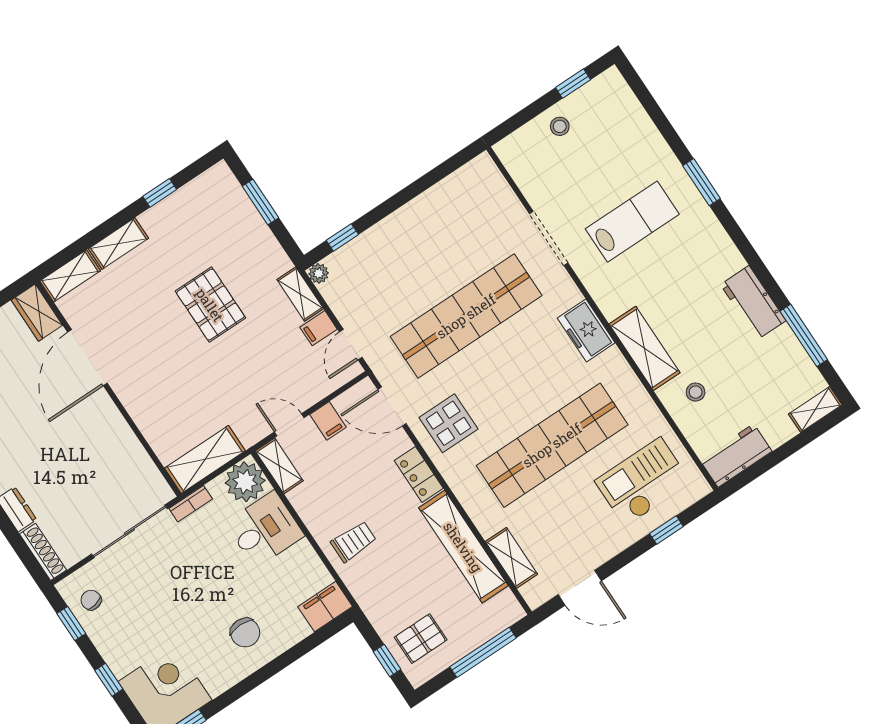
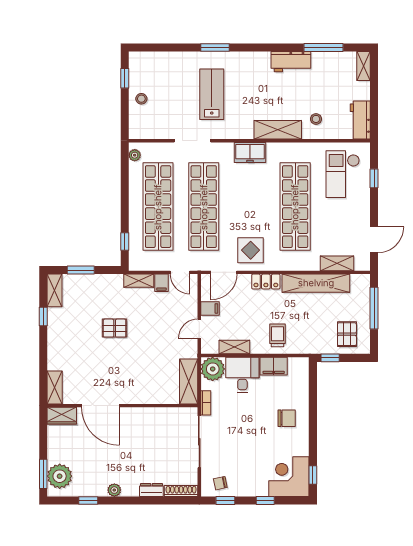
shelving: (118, 243) -> (55, 290), moved
shop shelf: (423, 251) -> (158, 207), added
plant: (319, 273) -> (135, 155), moved
pallet: (210, 305) -> (115, 328), width x0.67, depth x0.71
shelving: (279, 466) -> (234, 347), moved
filing cabinet: (325, 607) -> (274, 366), moved, turned -90
window: (387, 660) -> (330, 358), moved

